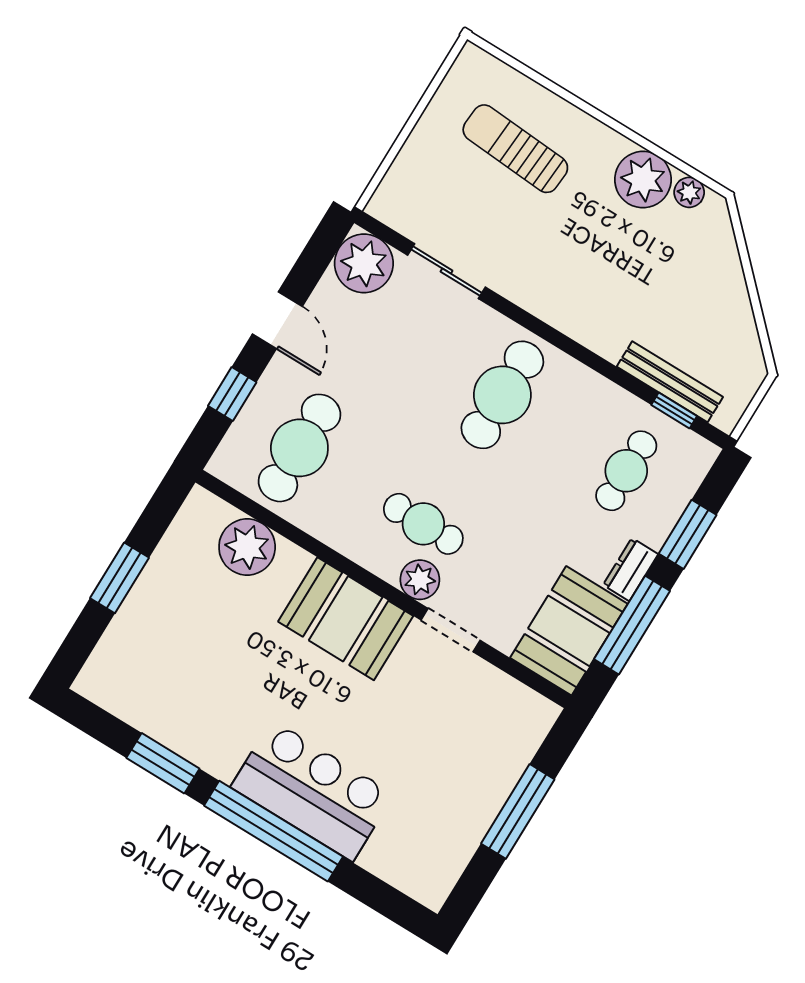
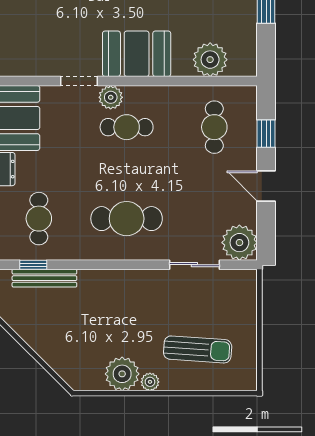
plant: (689, 192) -> (150, 382), moved
cafe table: (502, 395) -> (127, 219), turned 90
cafe table: (299, 448) -> (214, 127), width x0.73, depth x0.74

